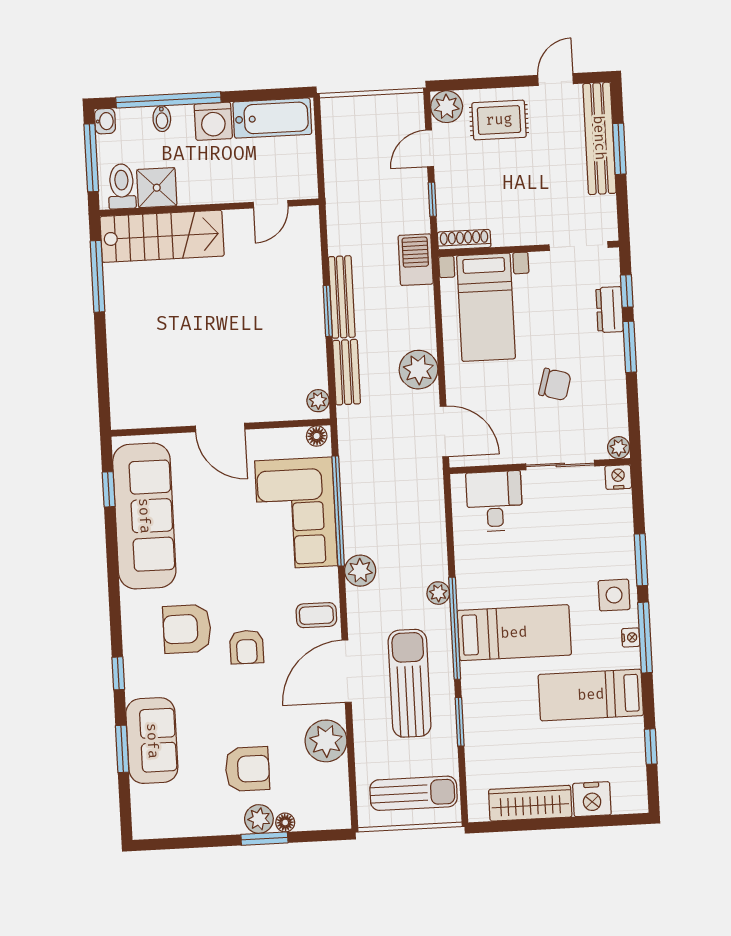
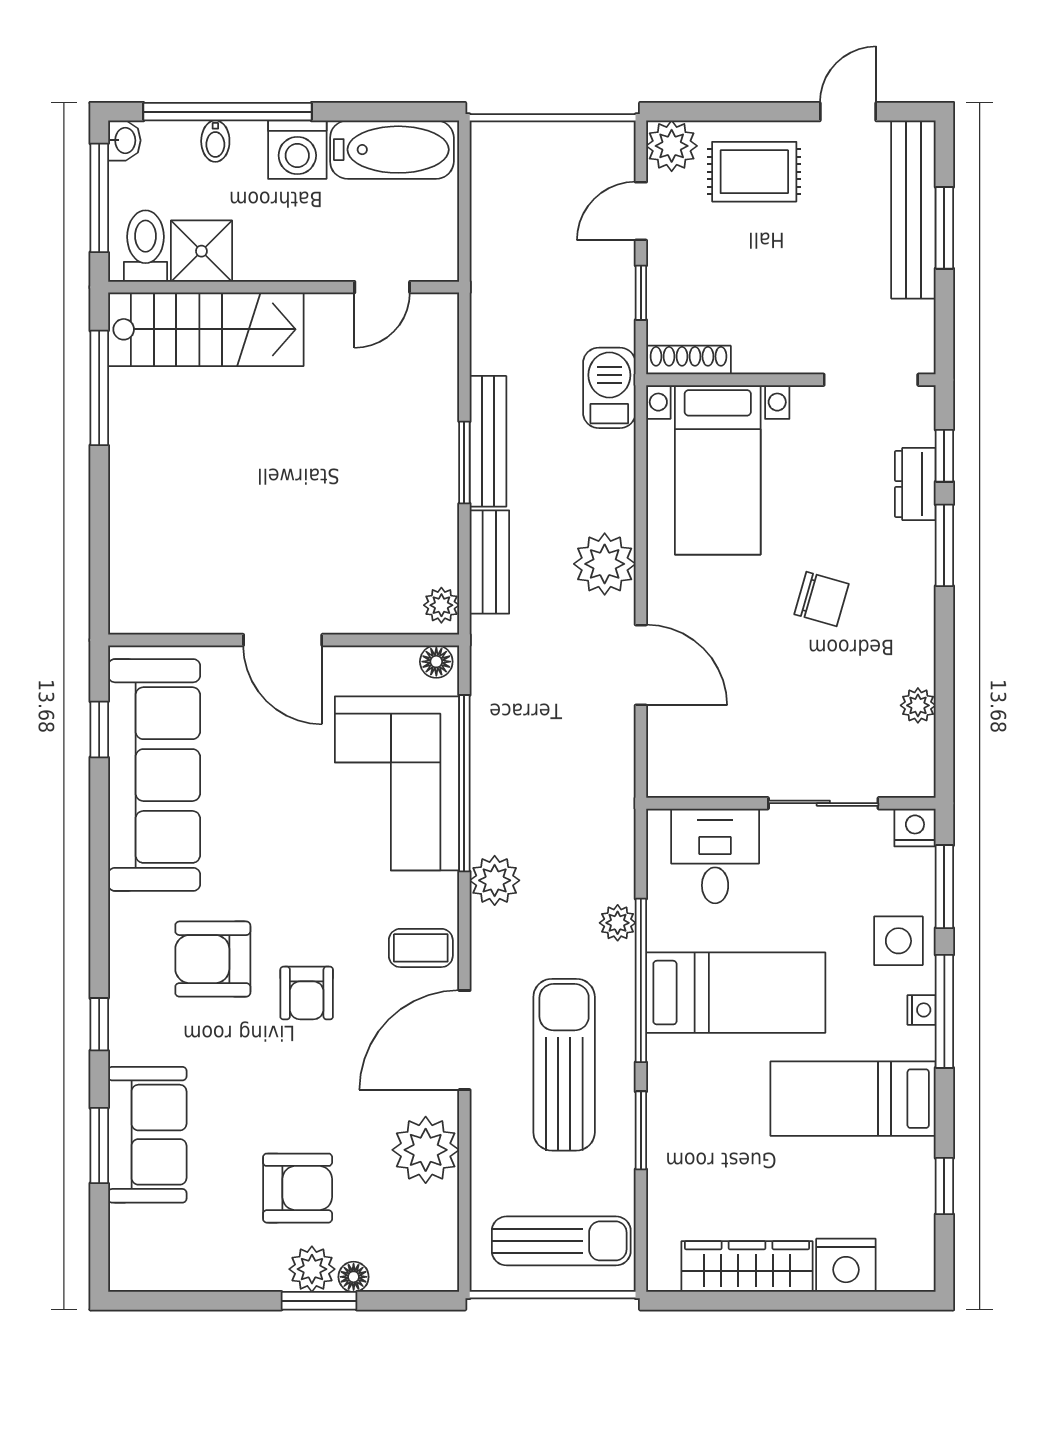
sliding door: (560, 465) -> (823, 803), moved
wall: (540, 466) -> (791, 803), moved
nightstand: (618, 477) -> (915, 827), moved
desk: (494, 501) -> (715, 856), moved

